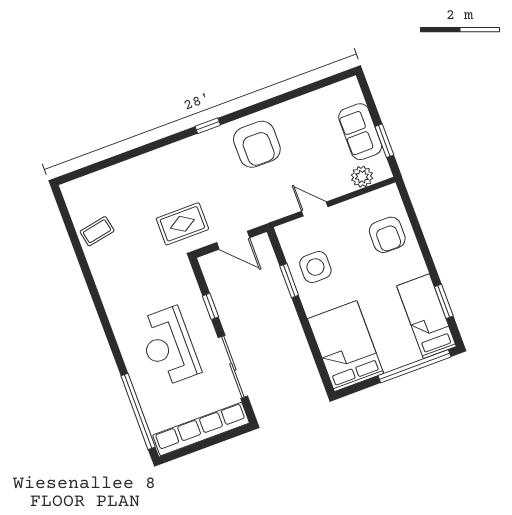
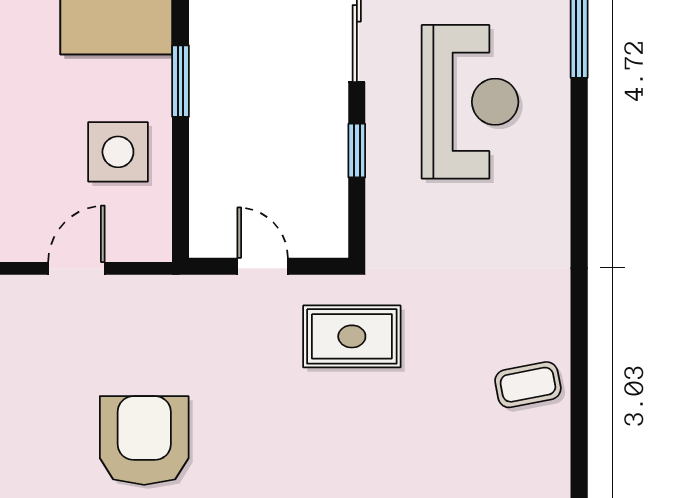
door: (315, 209) -> (76, 268), swing flipped
door: (233, 240) -> (263, 266), width x0.73
window: (289, 281) -> (181, 81), moved

